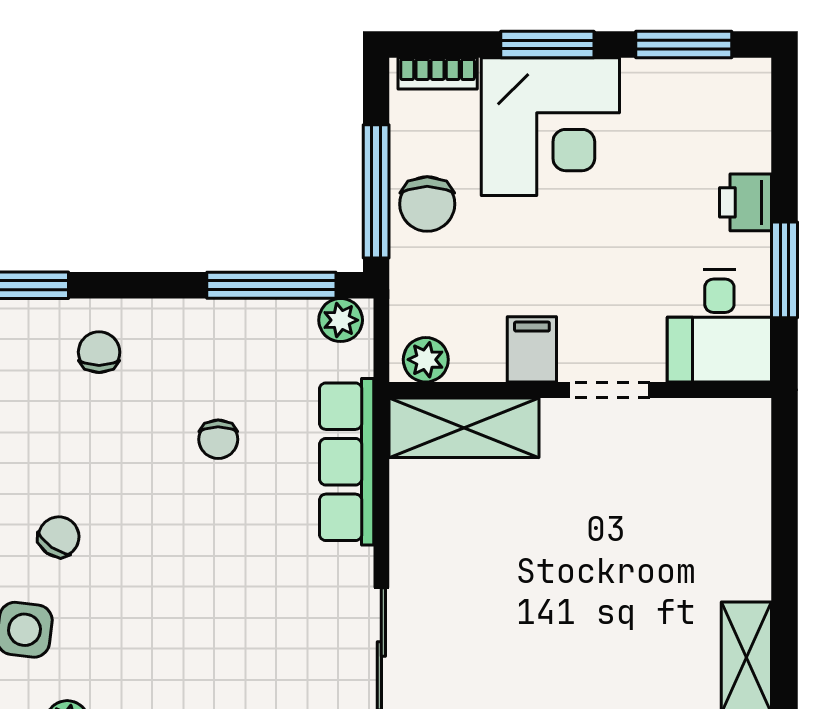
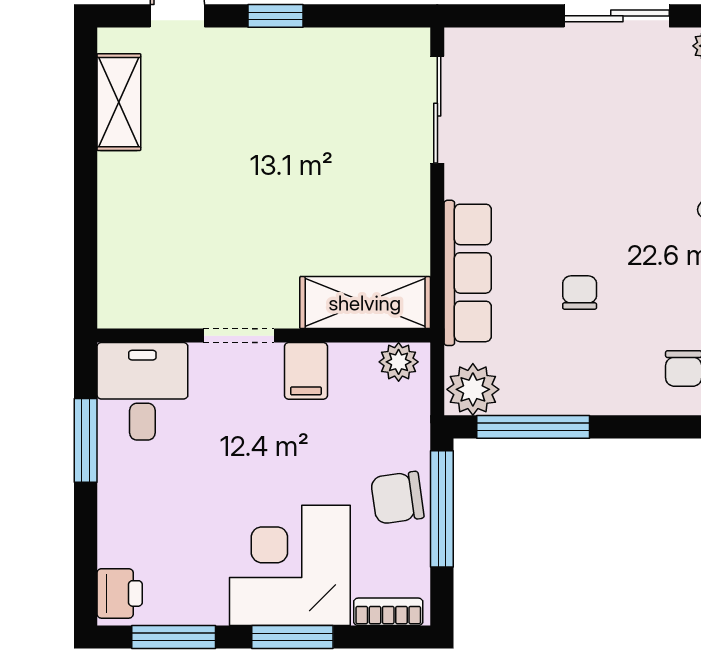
printer: (746, 202) -> (120, 593), moved
chair: (427, 204) -> (397, 498), turned -98
plant: (341, 320) -> (473, 389), width x1.38, depth x1.38

